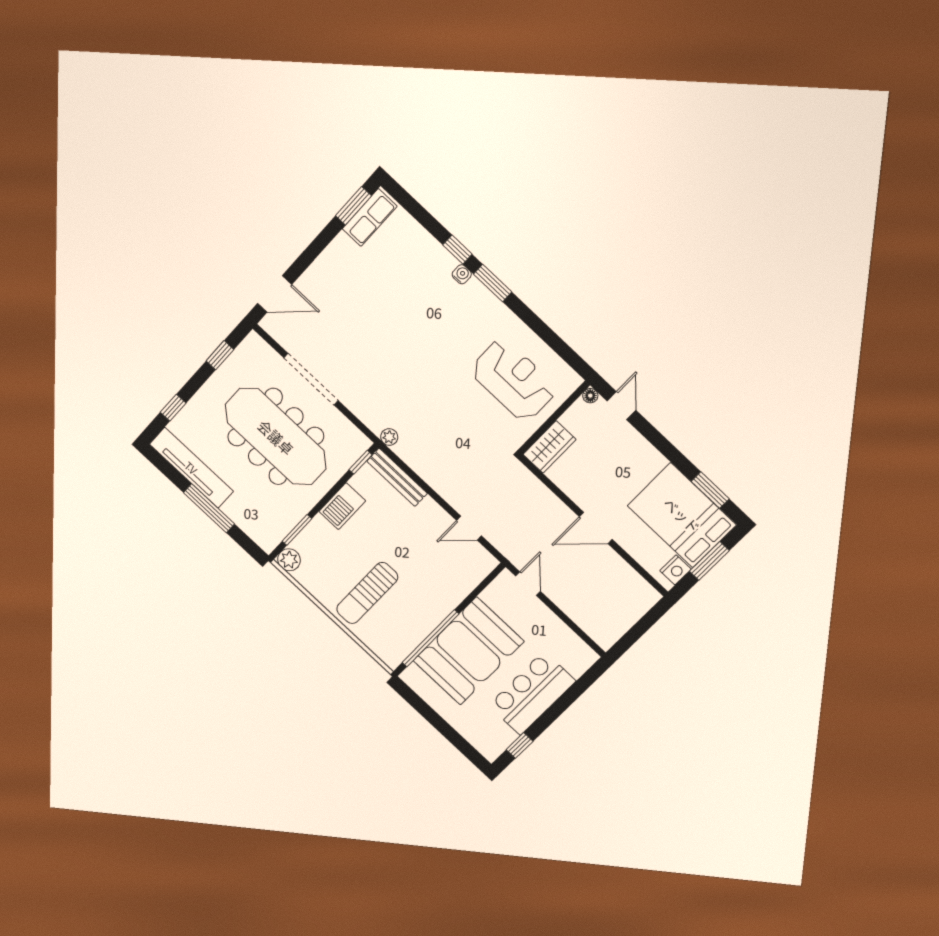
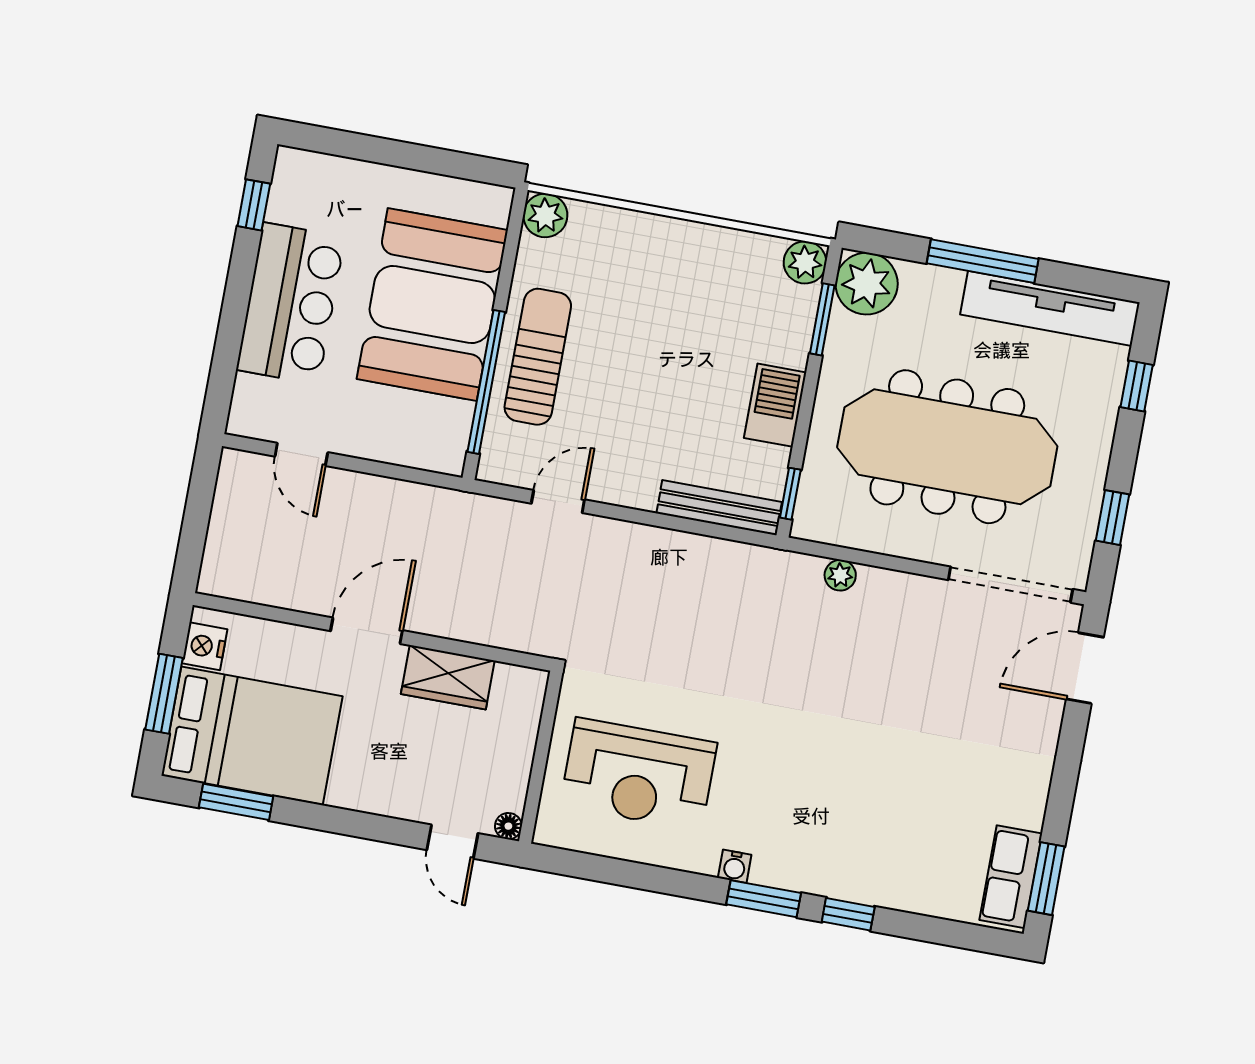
water cooler: (462, 274) -> (735, 866), moved
doorway: (311, 379) -> (1010, 585), moved
plant: (389, 437) -> (840, 575), moved
wardrobe: (550, 447) -> (448, 677), moved, turned -90
plant: (267, 532) -> (867, 284), added
door: (528, 584) -> (301, 454), moved
sun lounger: (367, 593) -> (538, 357), moved
window: (430, 638) -> (486, 382), moved
plant: (392, 656) -> (545, 215), added

